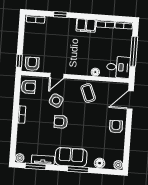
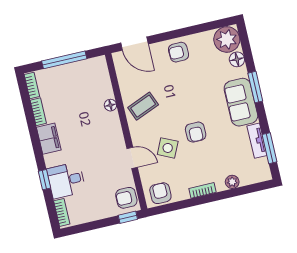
desk: (118, 67) -> (66, 180), moved, turned -90
plant: (20, 158) -> (232, 182), moved
plant: (118, 165) -> (227, 39), width x1.87, depth x1.87

